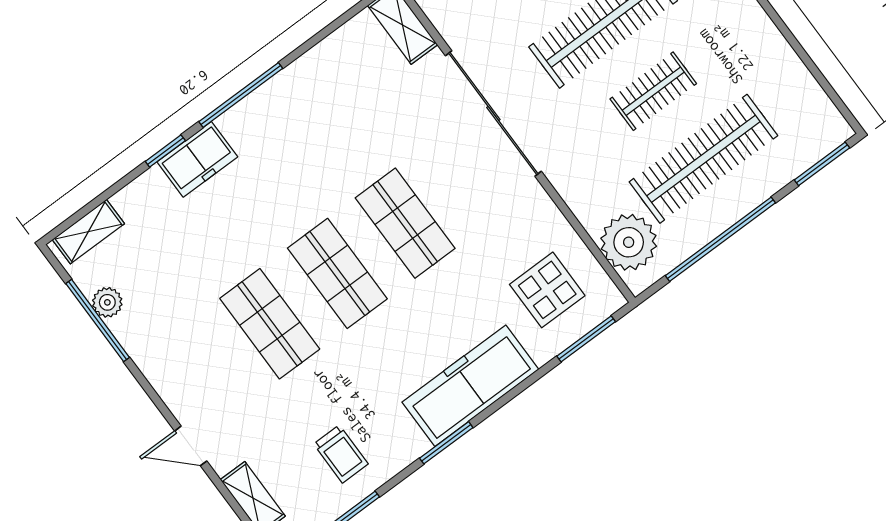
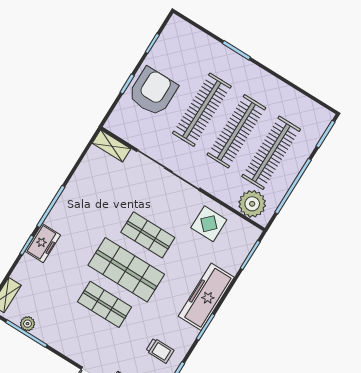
clothes rail: (653, 91) -> (236, 131), width x1.86, depth x1.31
shop shelf: (337, 273) -> (126, 270), width x1.43, depth x1.36
display table: (547, 290) -> (209, 224), moved

